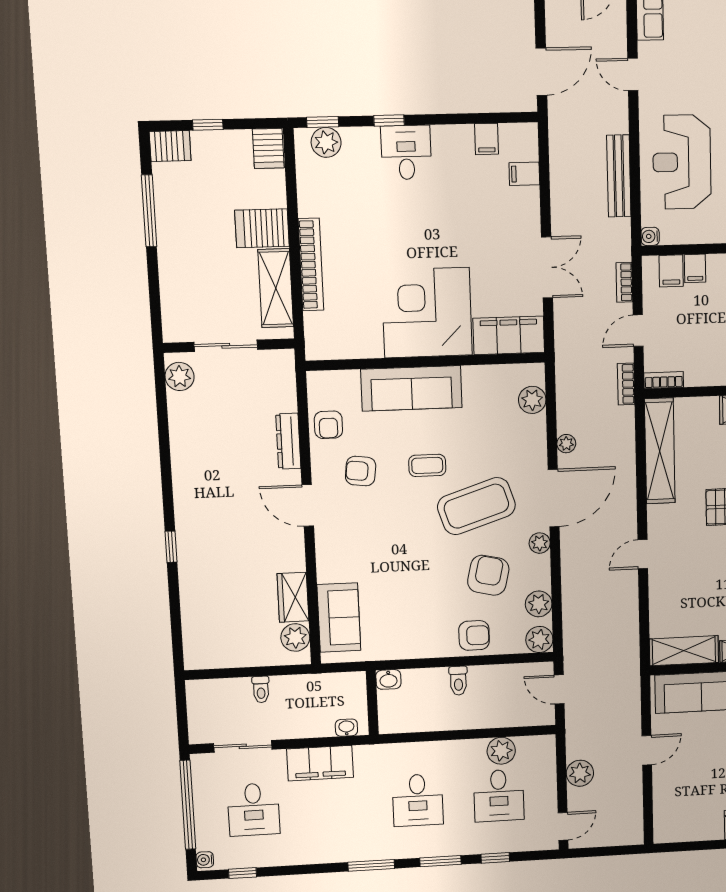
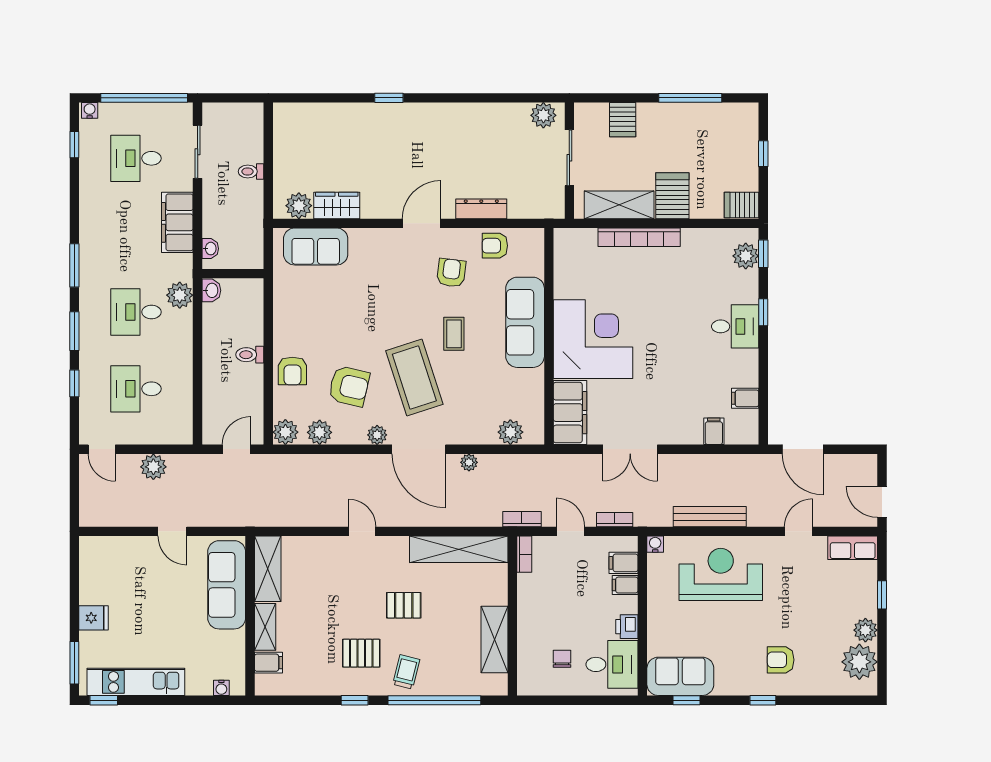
server rack: (170, 146) -> (623, 120), moved
washbasin: (388, 679) -> (211, 290), moved, turned 180
plant: (501, 751) -> (180, 295), moved

